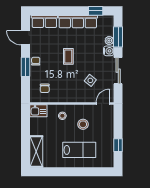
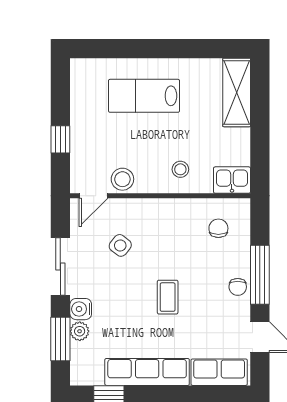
window: (25, 67) -> (260, 275), width x1.44
stool: (83, 124) -> (122, 179), moved
window: (118, 145) -> (60, 139), moved

